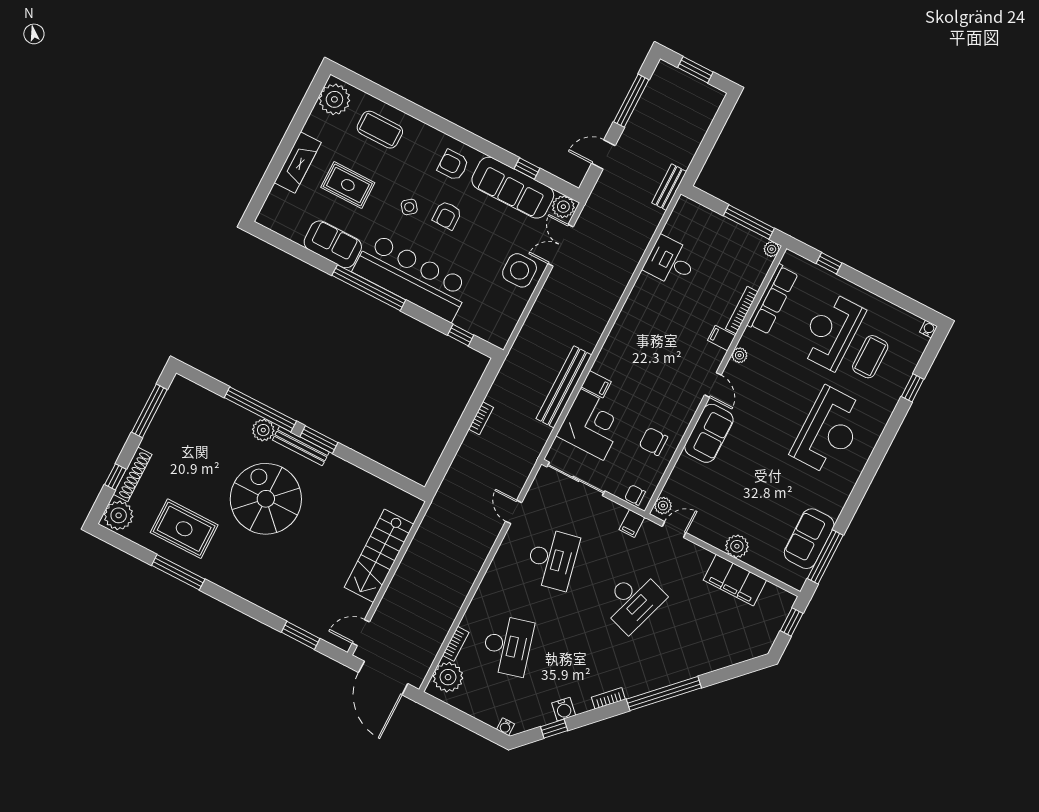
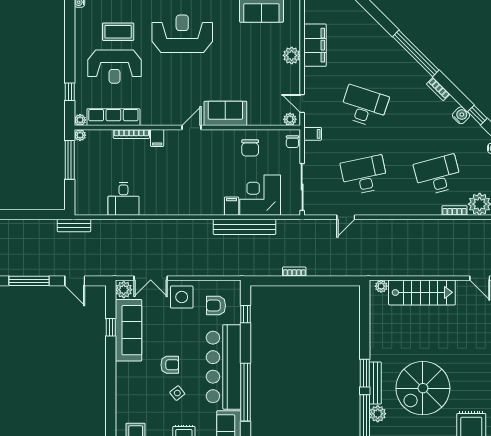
armchair: (453, 165) -> (216, 306), moved, turned 90
plant: (740, 355) -> (80, 120), moved
plant: (411, 512) -> (381, 286), added

